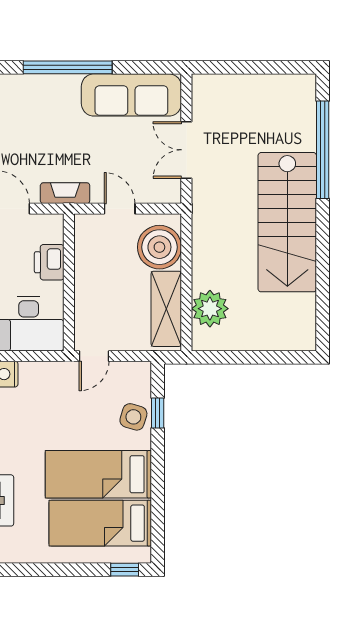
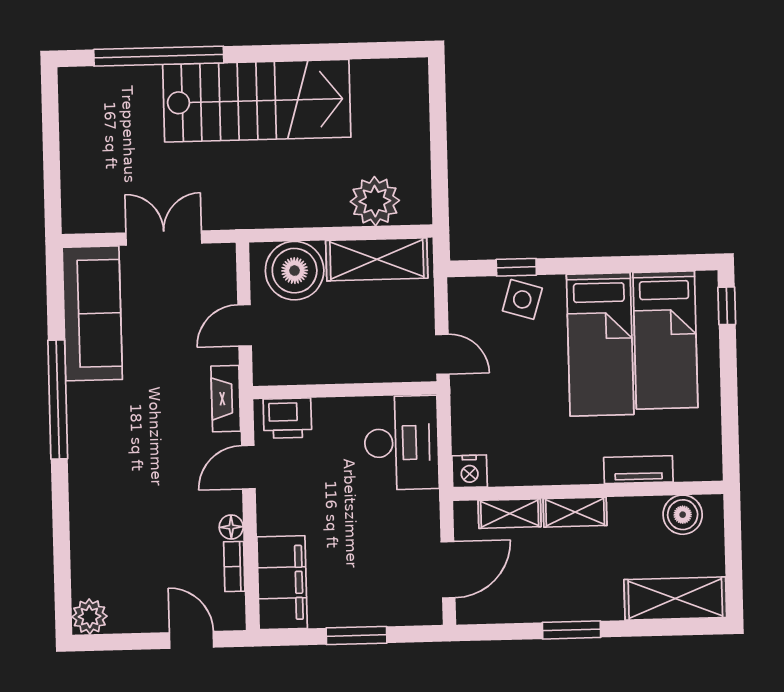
double door: (186, 150) -> (164, 238), swing flipped
printer: (49, 262) -> (287, 418), moved

